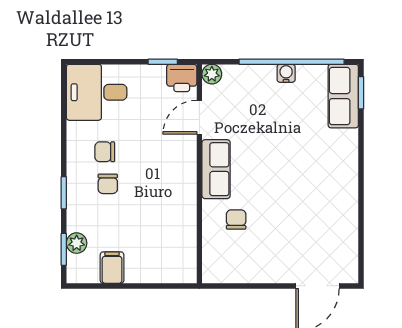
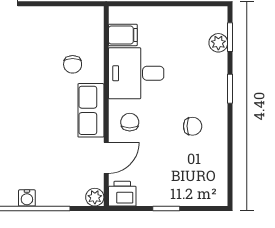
window: (163, 62) -> (166, 209), moved
desk: (97, 92) -> (136, 73), moved, turned 180
chair: (108, 184) -> (130, 122), moved
filing cabinet: (112, 268) -> (123, 35), moved, turned -90

